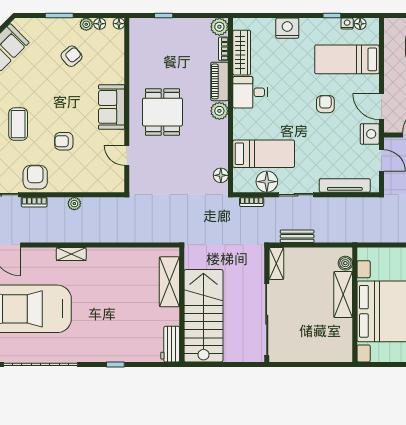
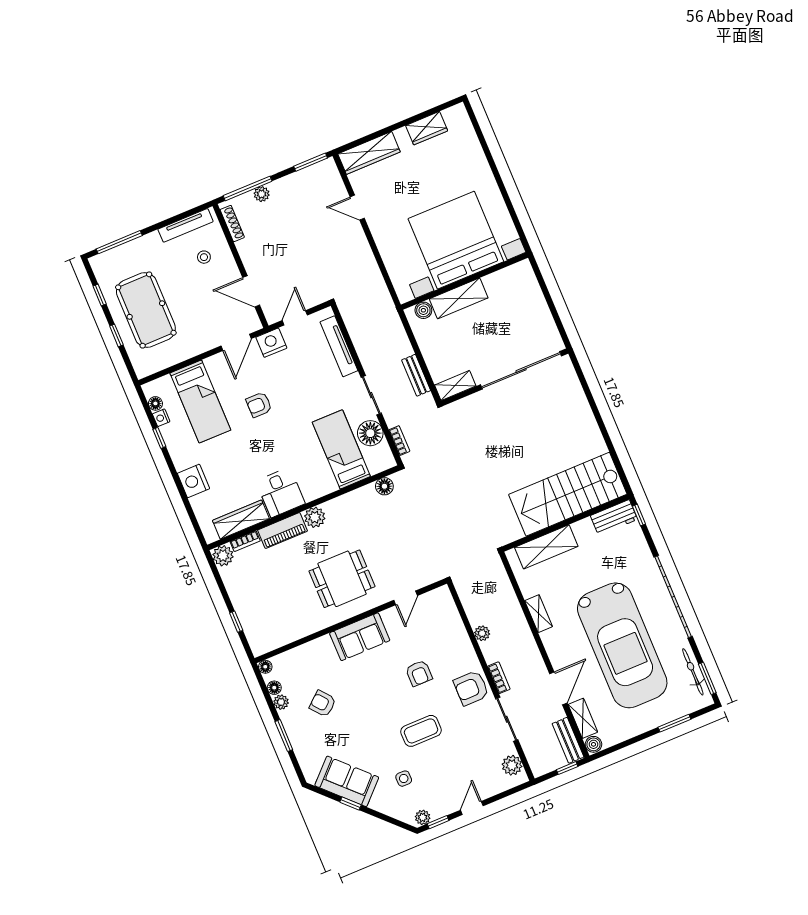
shelving: (169, 282) -> (546, 547), moved
wall: (182, 305) -> (566, 523), moved
stairs: (203, 316) -> (568, 494), moved
workbench: (170, 344) -> (614, 518), moved

